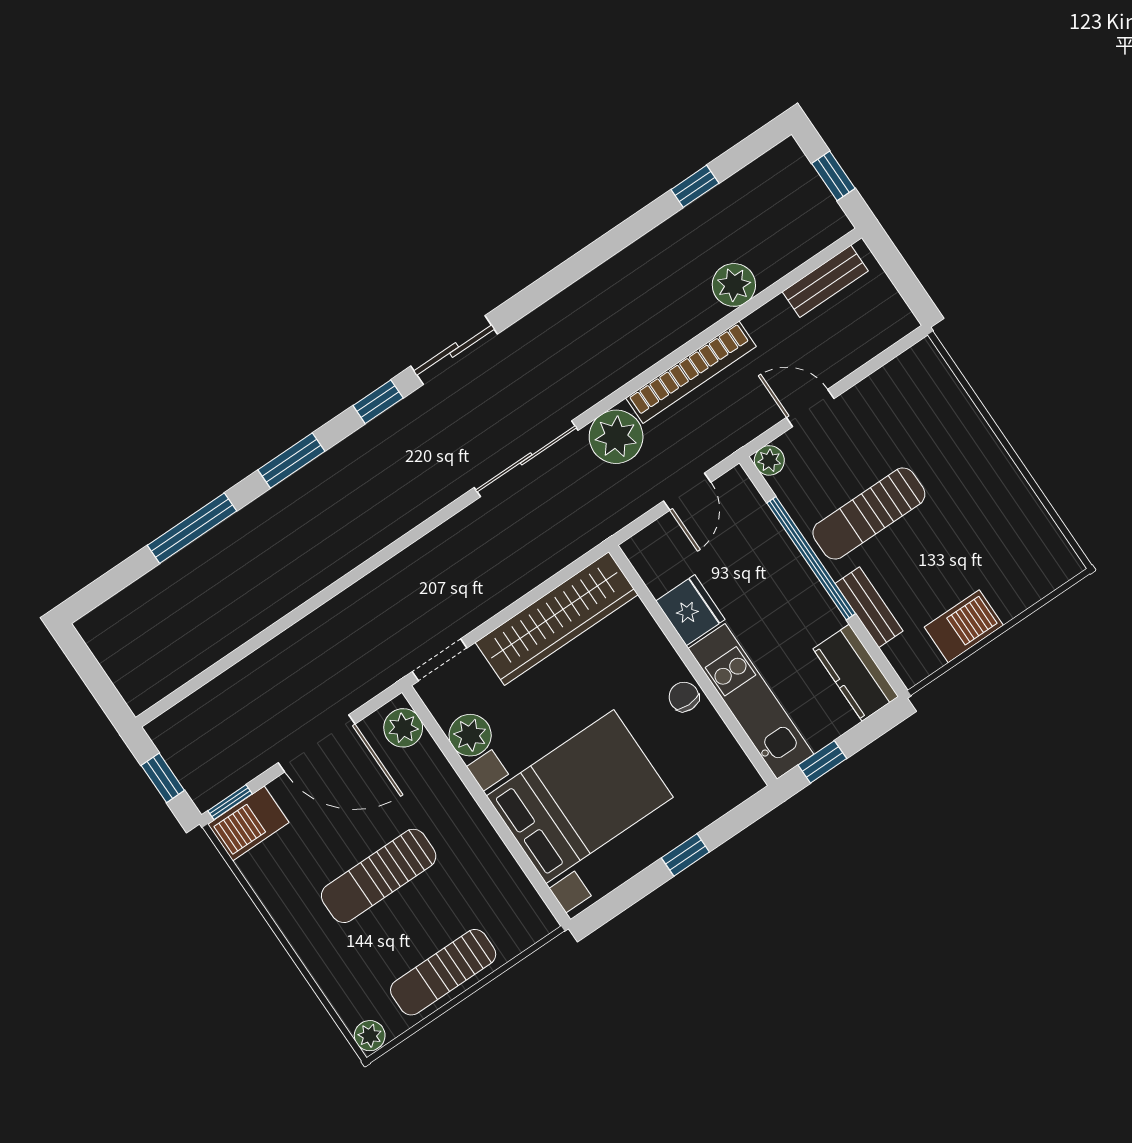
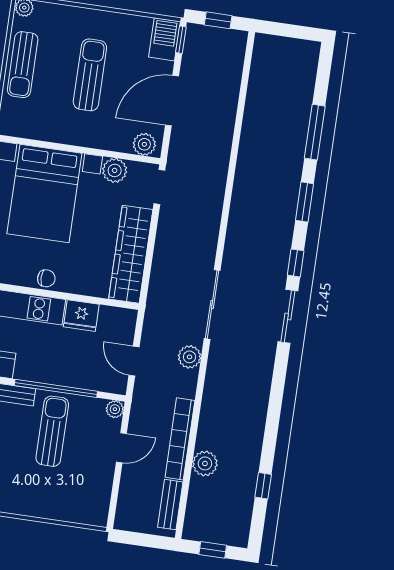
bookcase: (691, 372) -> (180, 439), moved
plant: (616, 437) -> (190, 357), width x0.73, depth x0.73
sun lounger: (443, 972) -> (23, 65), turned 180

